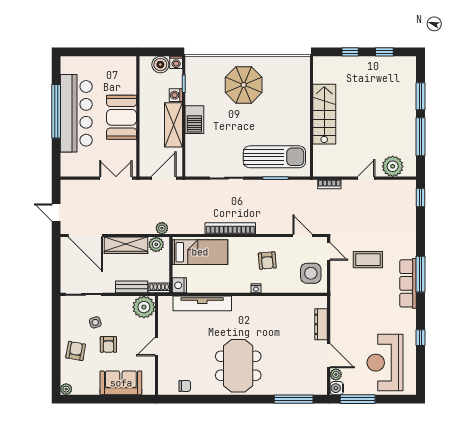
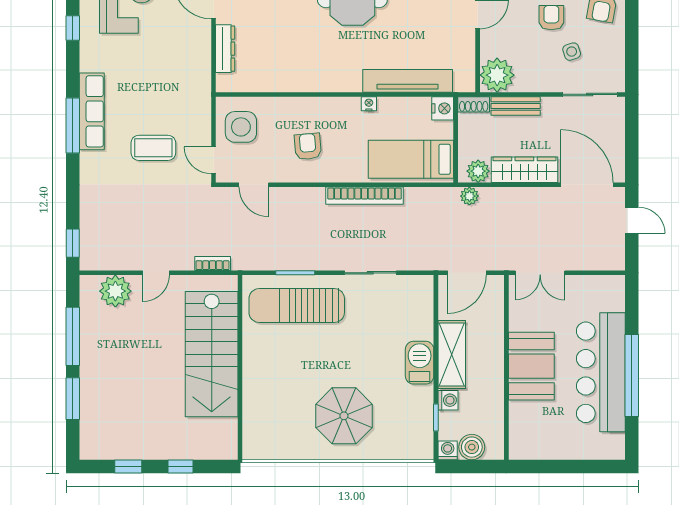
stairs: (324, 114) -> (212, 354), width x1.36, depth x1.51
nightstand: (256, 288) -> (369, 104), moved

